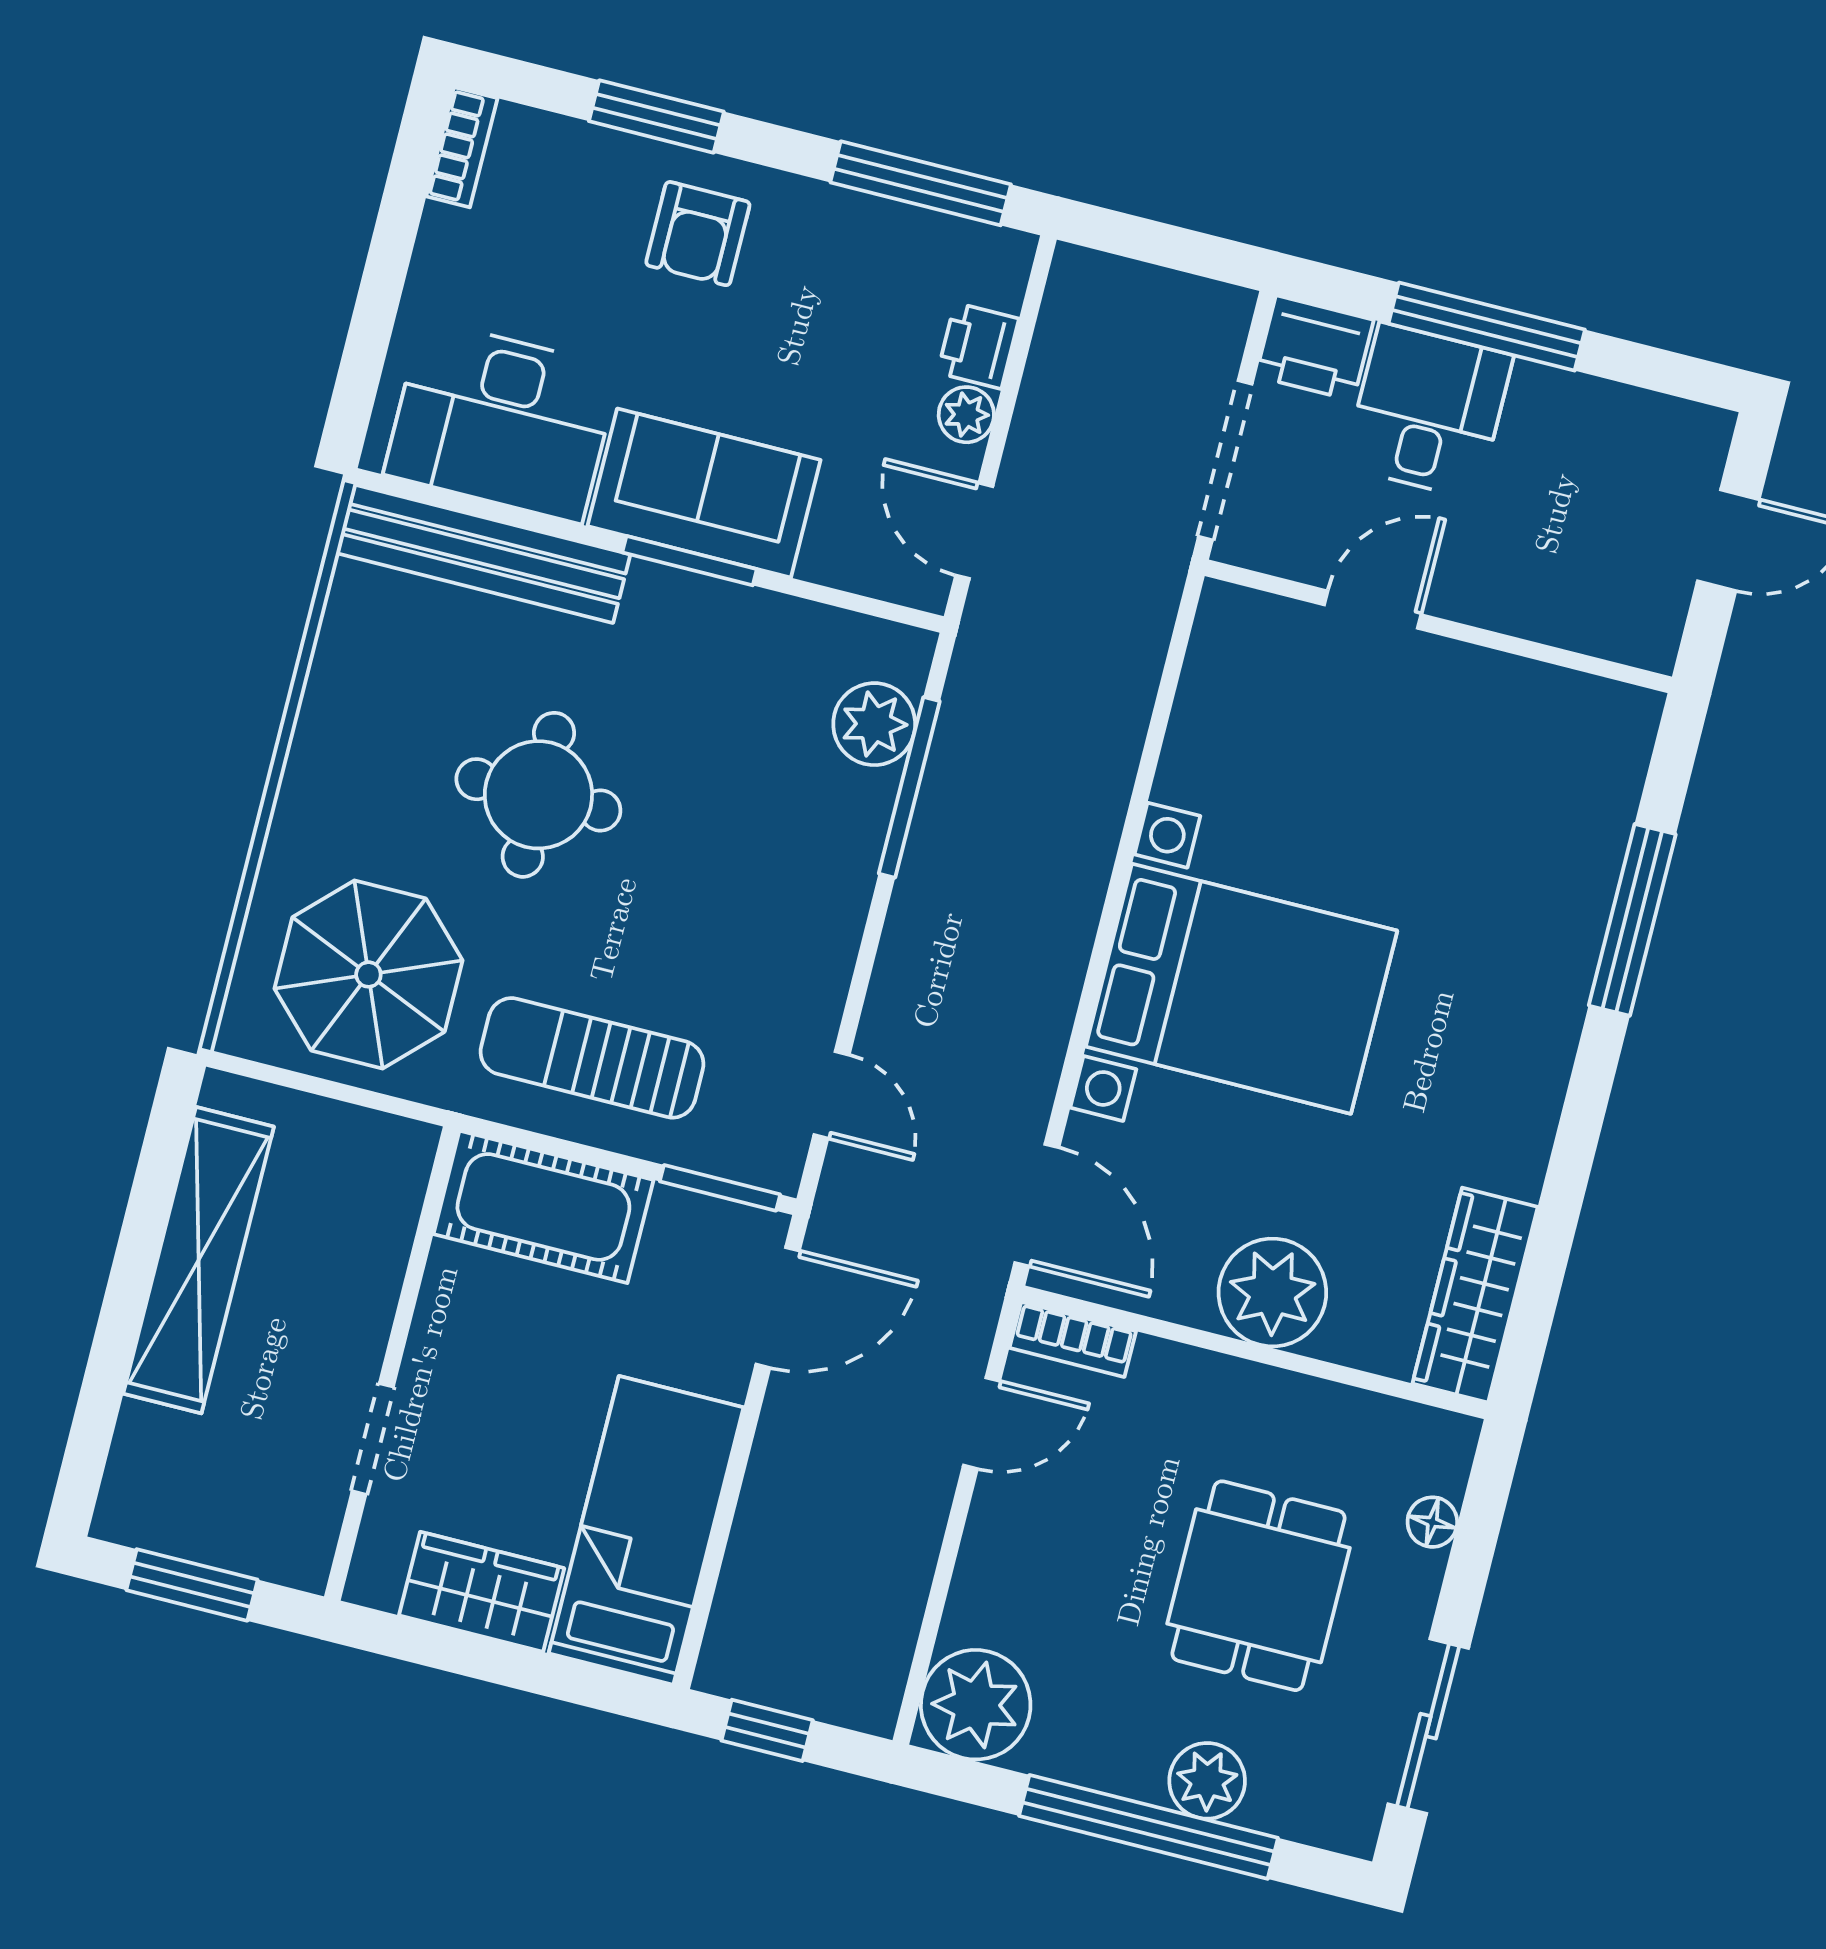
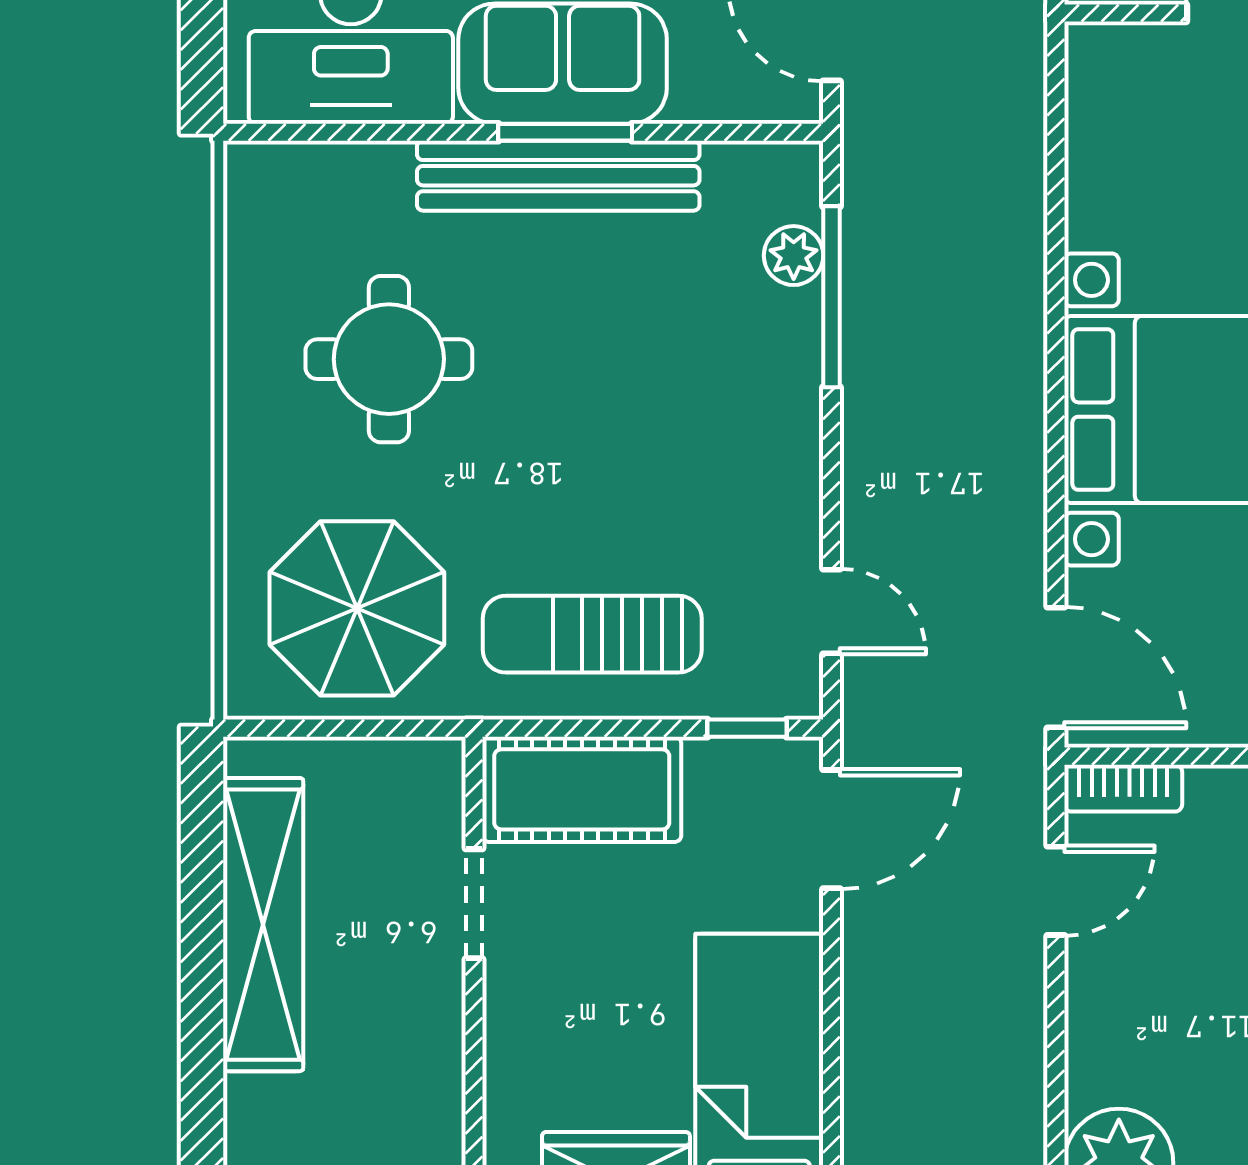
bench: (484, 554) -> (558, 176), moved
plant: (874, 724) -> (794, 256), width x0.73, depth x0.73
round table: (538, 795) -> (389, 359), moved
window: (720, 1188) -> (747, 728), width x0.67
doorway: (373, 1439) -> (474, 904), moved

